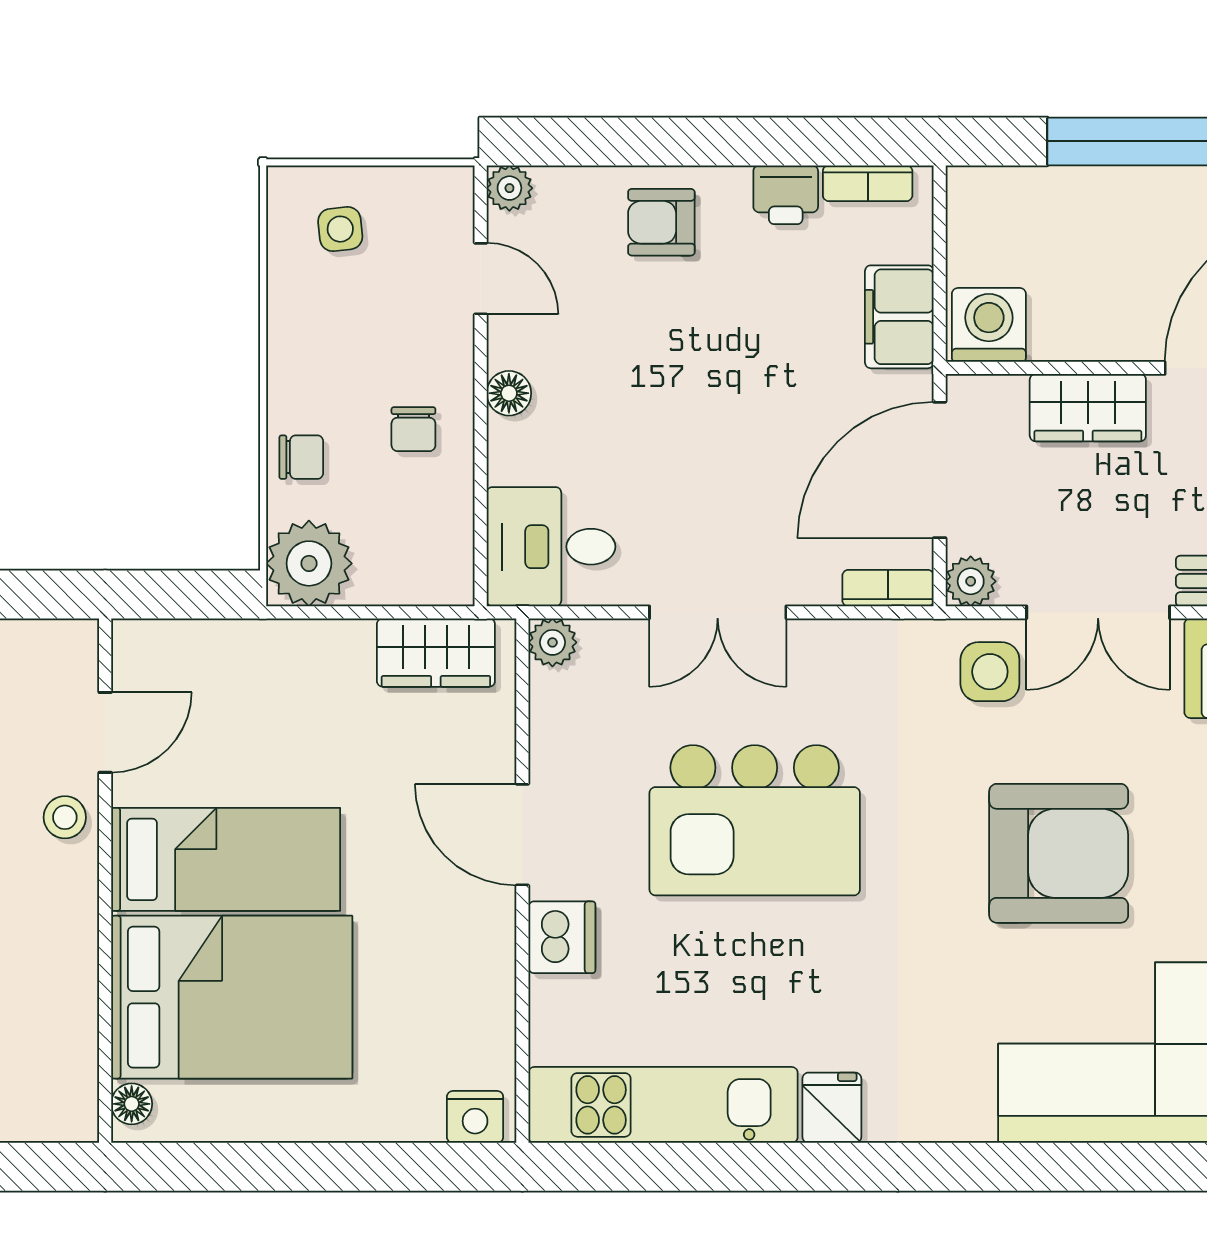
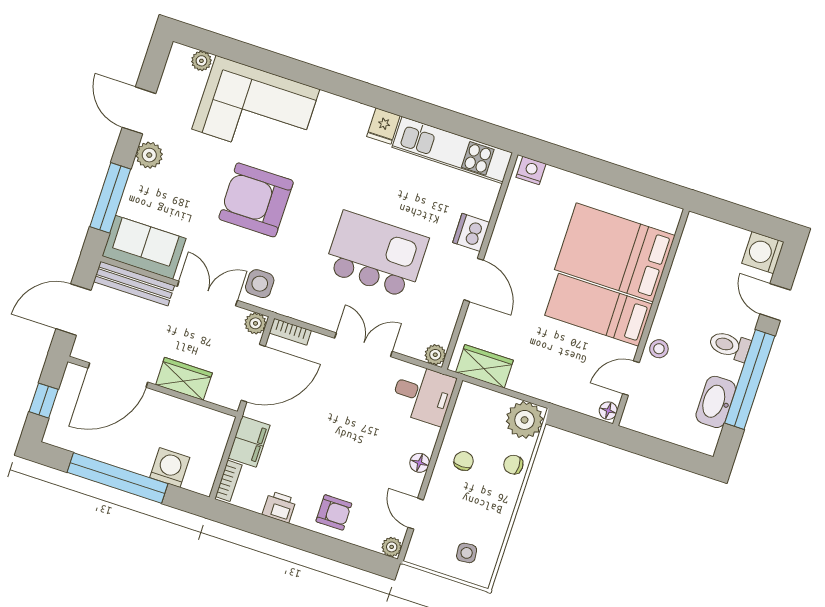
bookcase: (868, 183) -> (229, 481), moved, turned 90
washing machine: (989, 325) -> (170, 468), moved, turned 180
floor lamp: (132, 1104) -> (608, 411), moved

